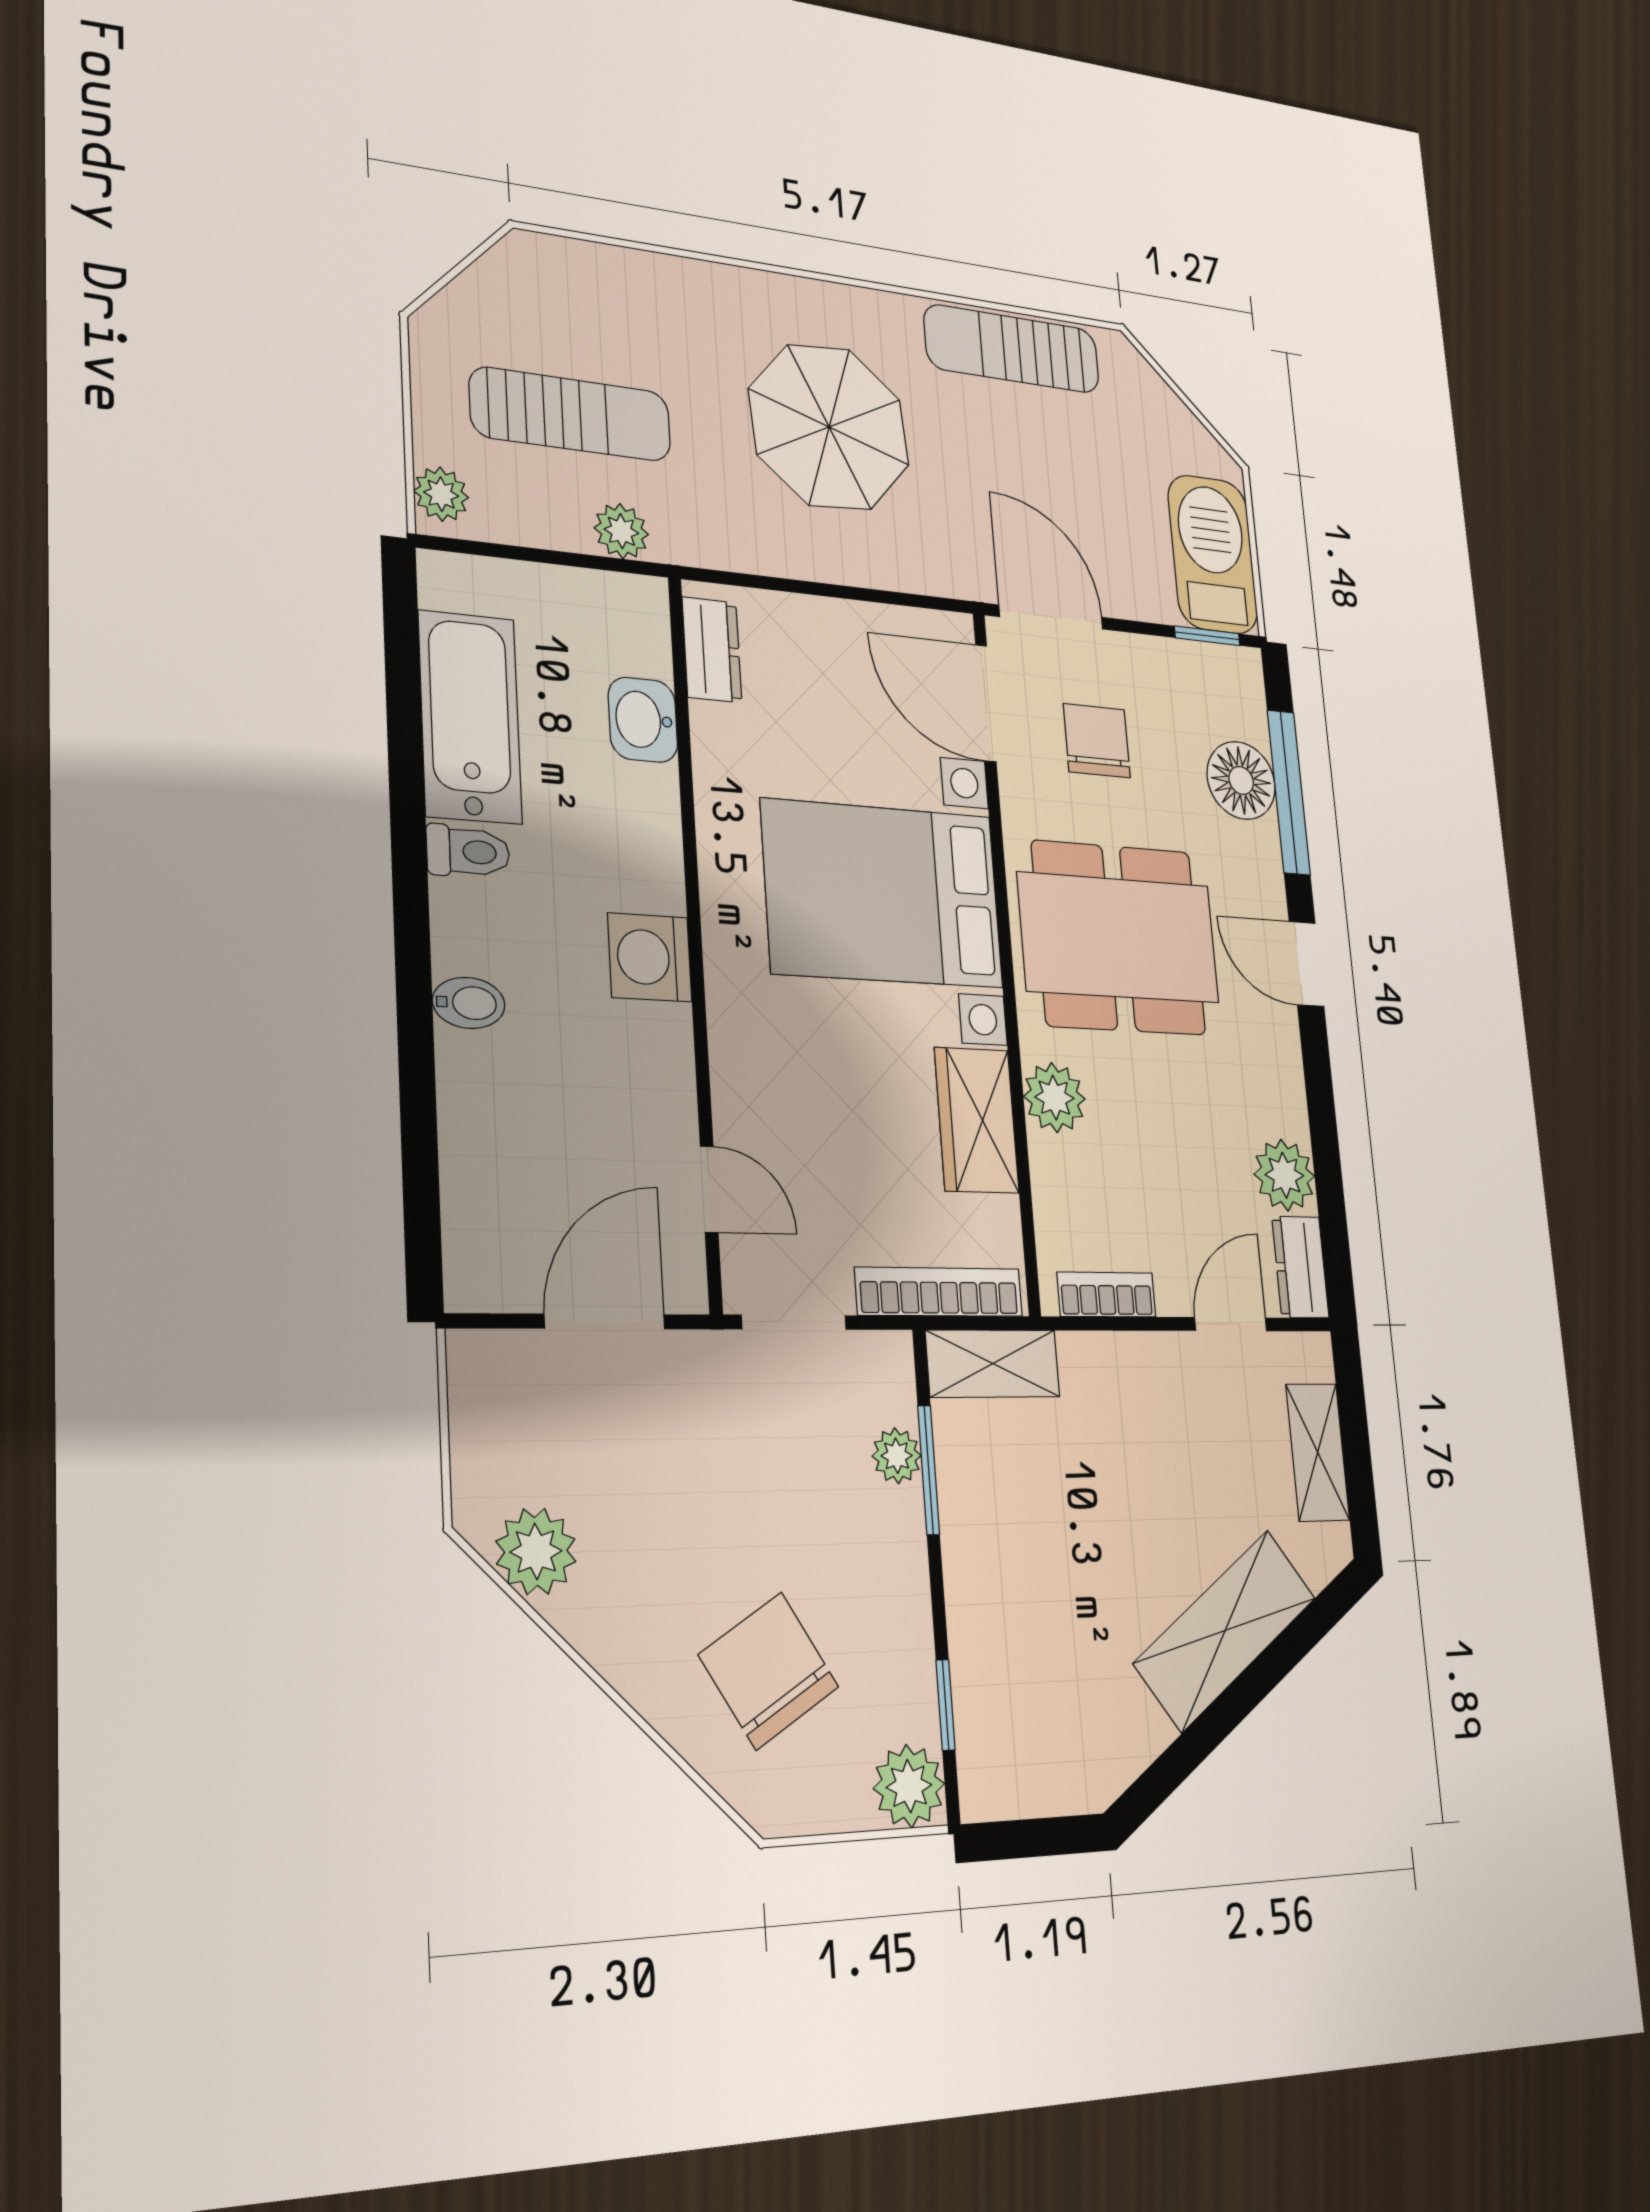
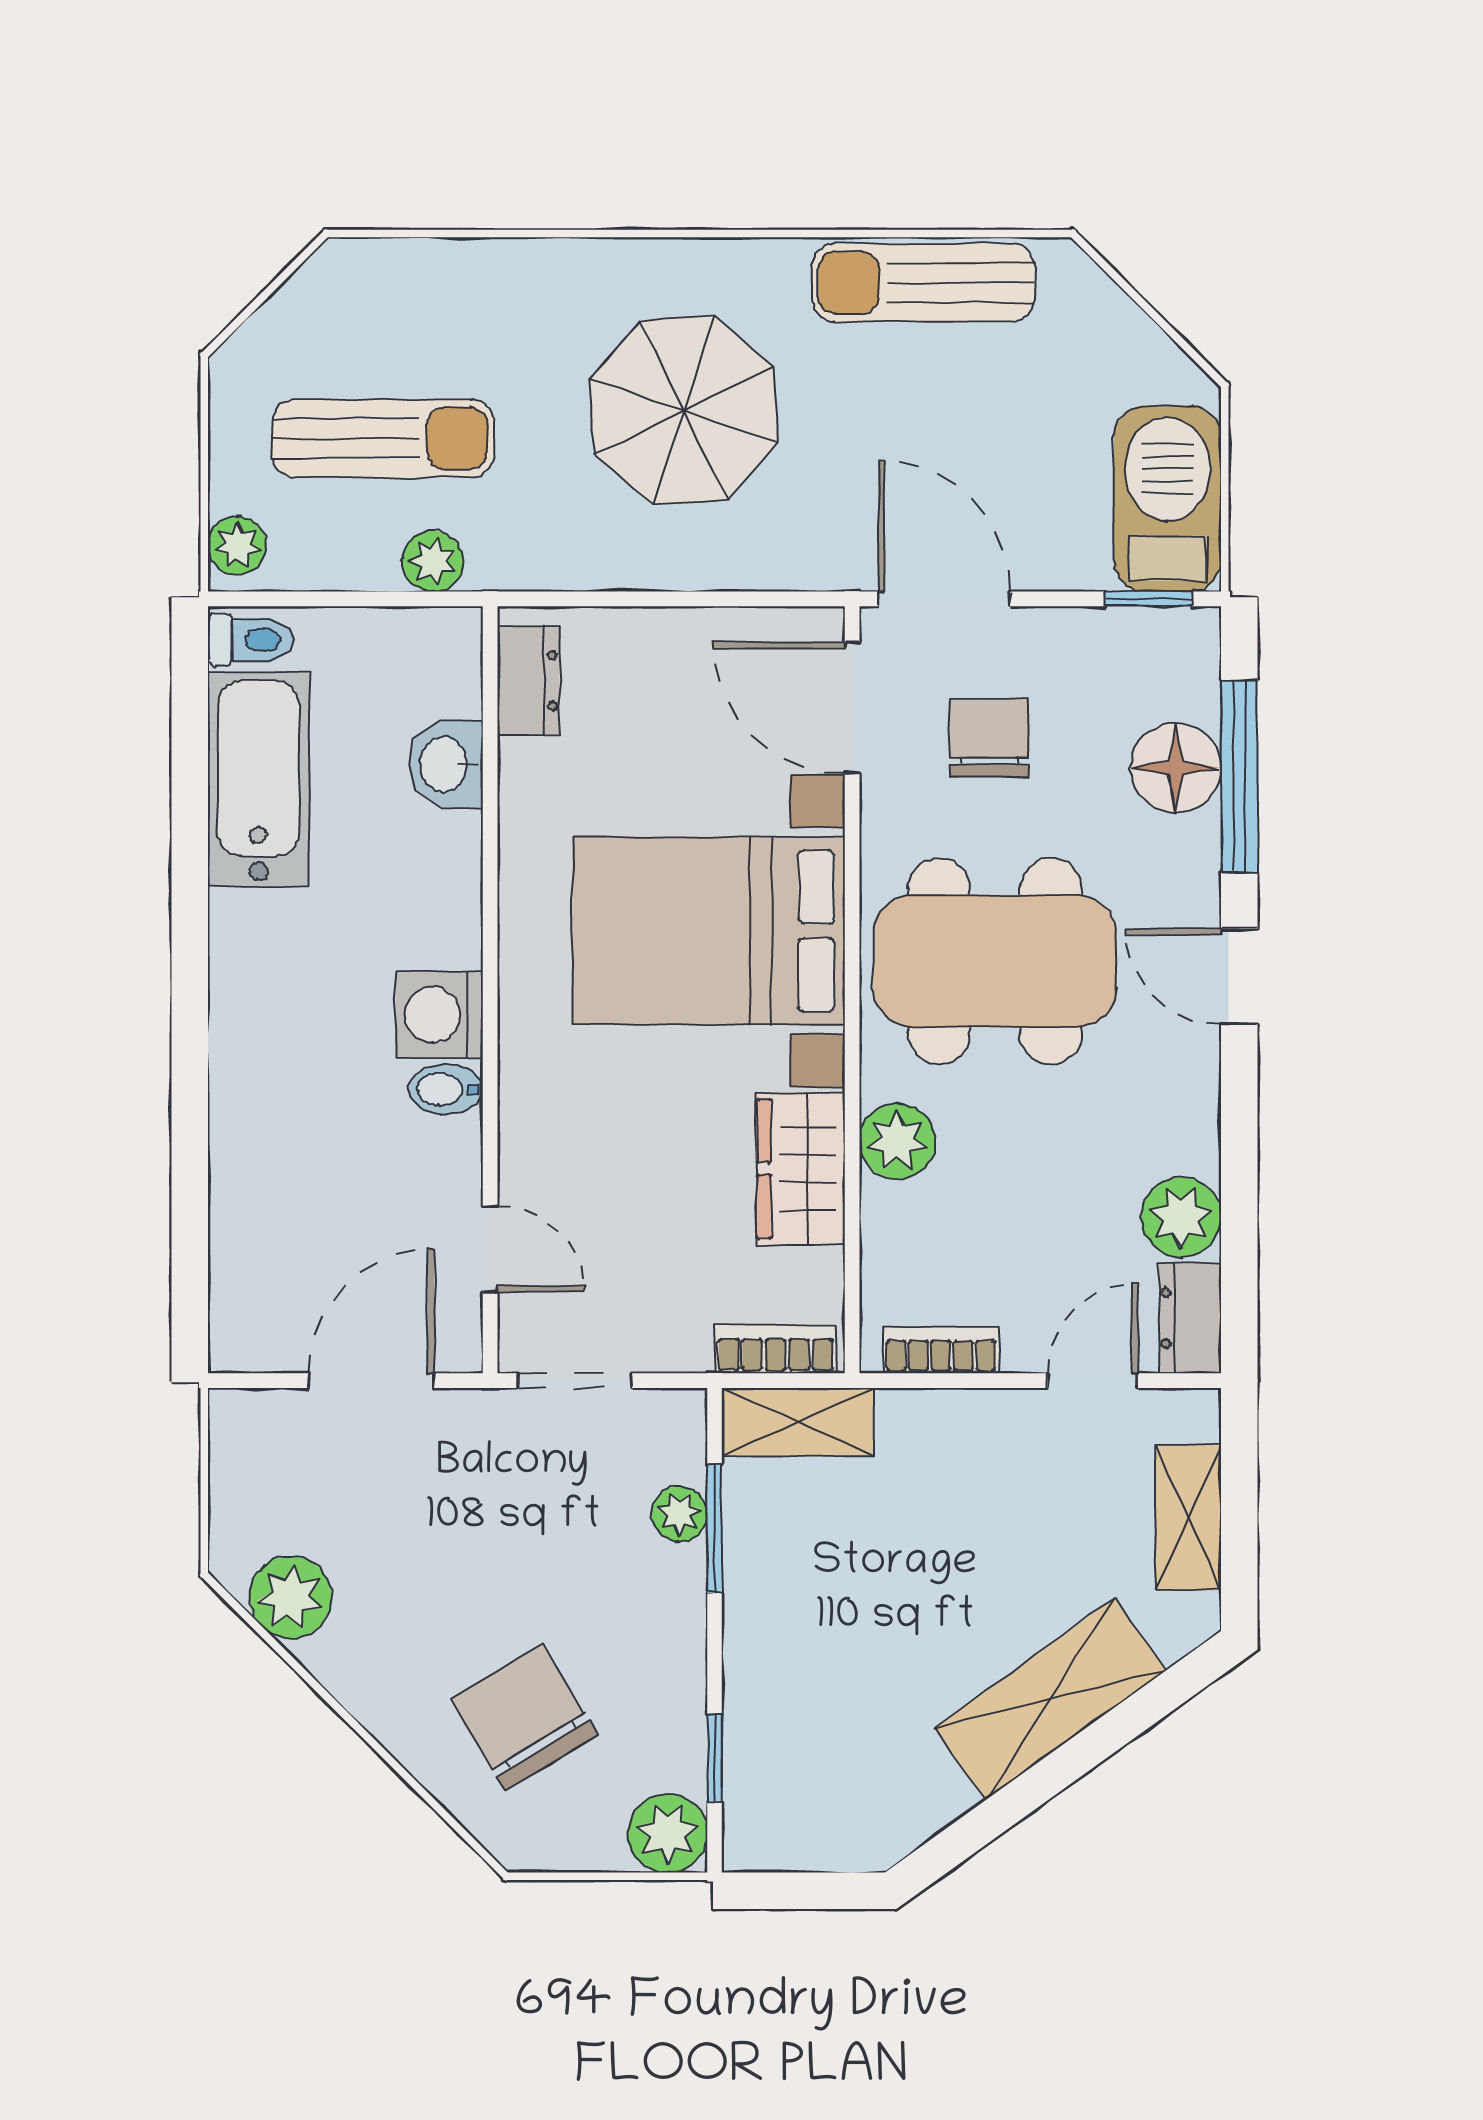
toilet: (468, 851) -> (251, 640), moved
bidet: (469, 1003) -> (446, 1089), moved, turned 180
bookcase: (939, 1292) -> (776, 1349), width x0.64

